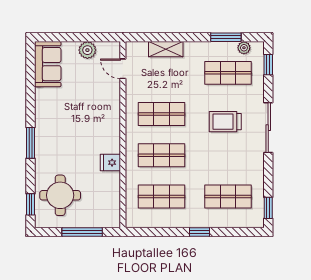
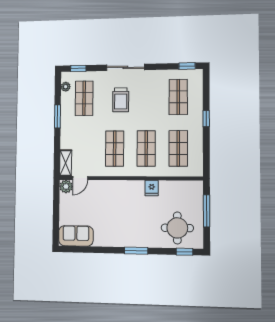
window: (226, 37) -> (57, 116), moved
shelving: (166, 49) -> (66, 163), moved
plant: (87, 50) -> (66, 186), moved

